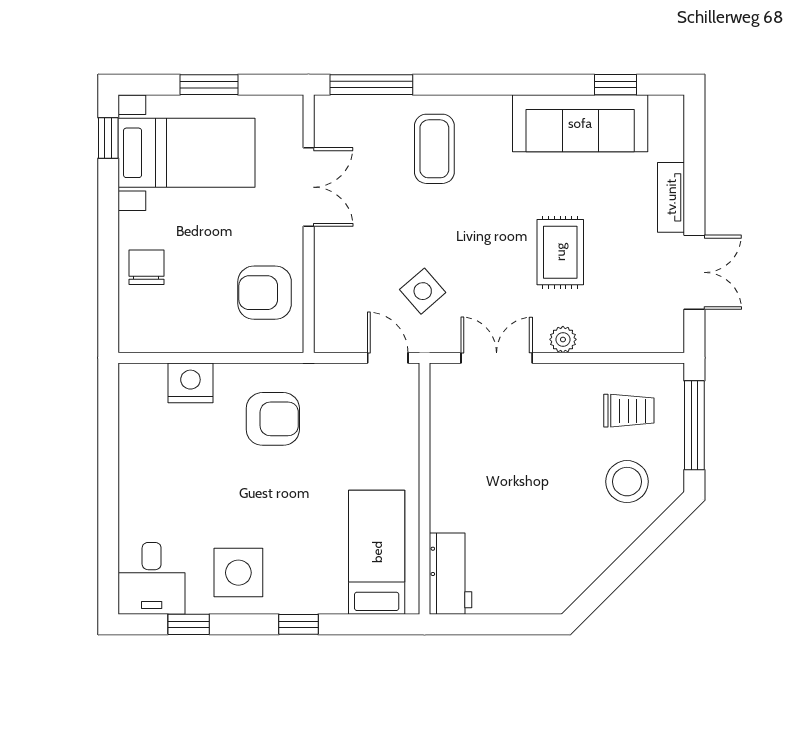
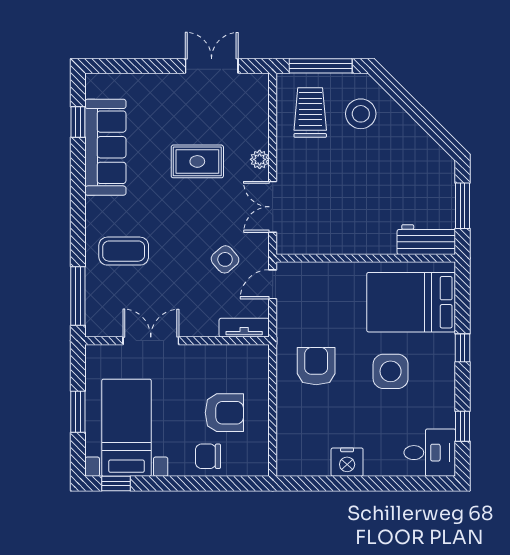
tv unit: (671, 197) -> (244, 328), moved, turned 180
armchair: (265, 293) -> (224, 413), moved, turned -90
nightstand: (190, 383) -> (347, 462), moved, turned -90
trolley: (629, 411) -> (310, 113), width x1.36, depth x1.39
bed: (377, 552) -> (411, 302), width x1.50
side table: (238, 573) -> (391, 371), moved
window: (498, 624) -> (462, 206), added

